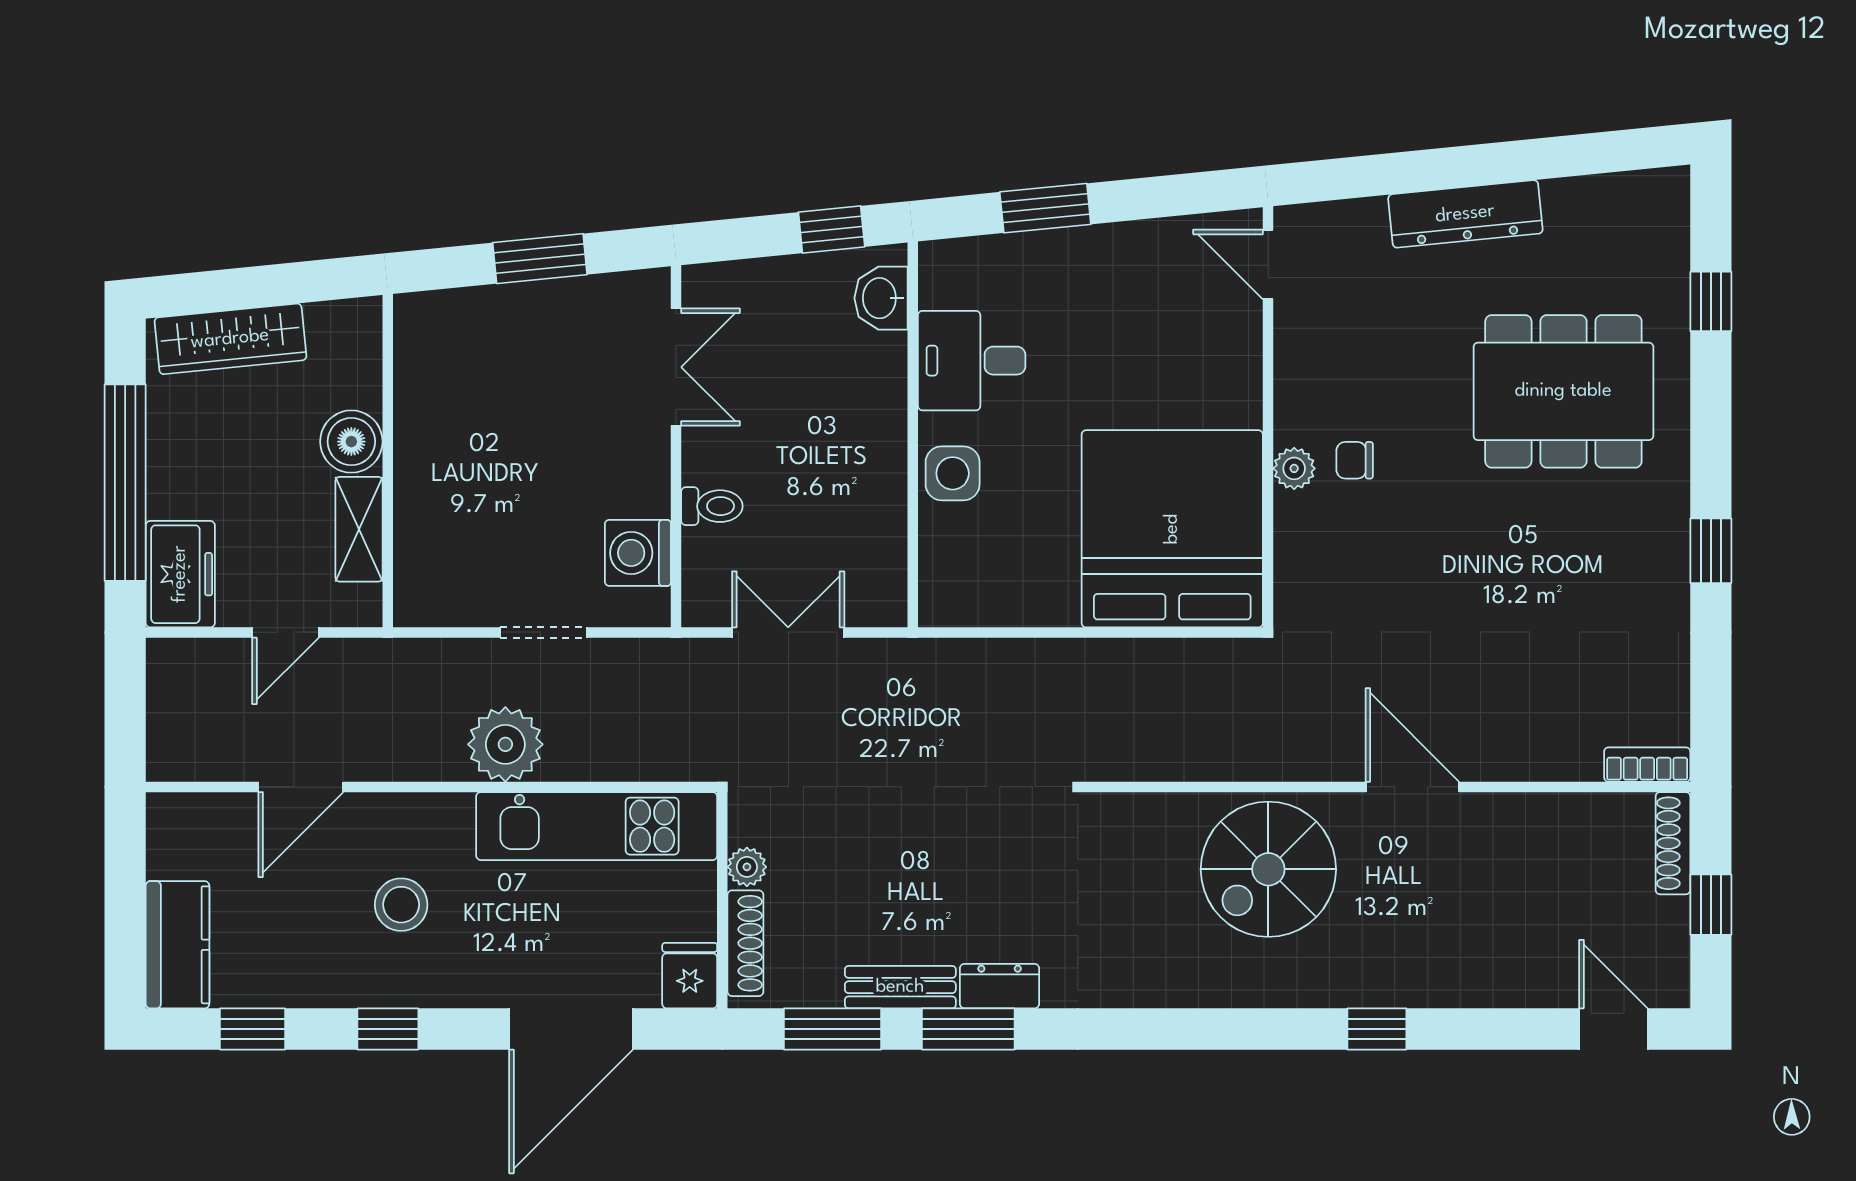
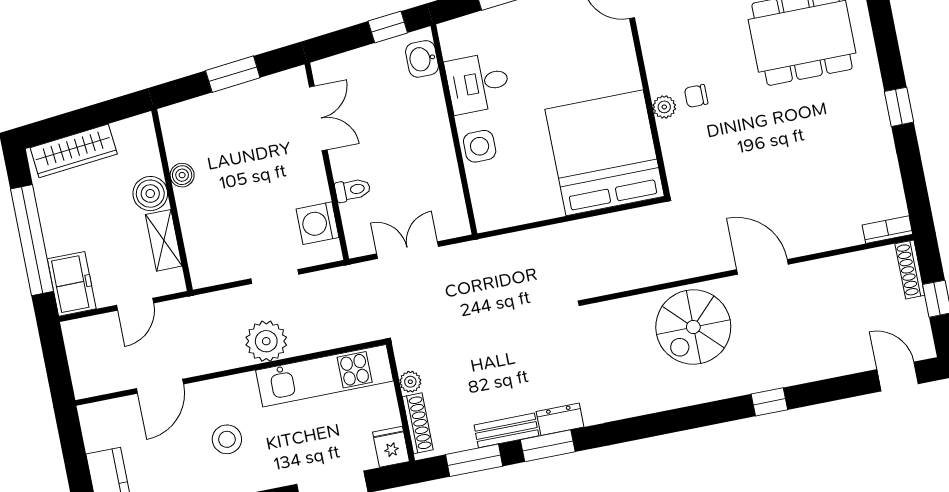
boiler: (414, 420) -> (182, 175), added

